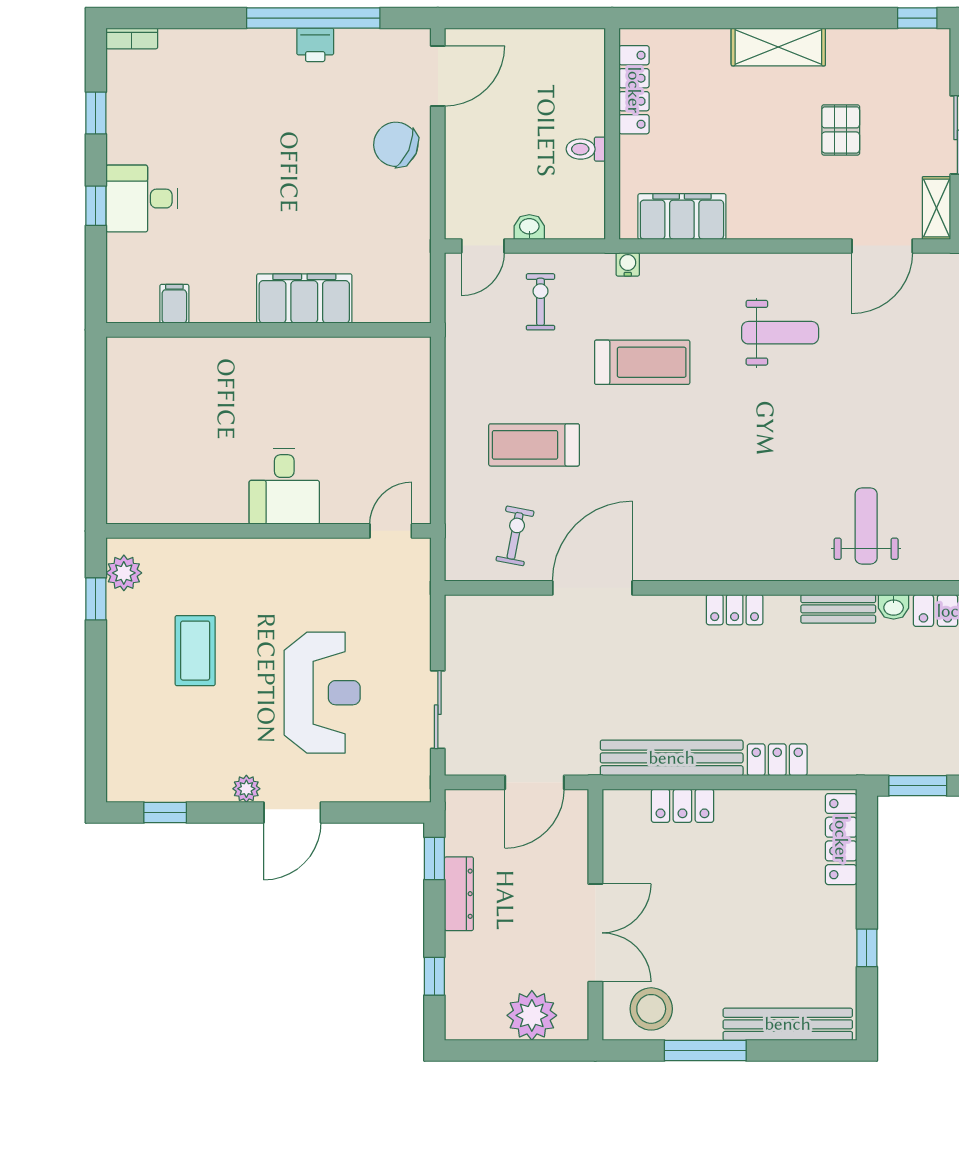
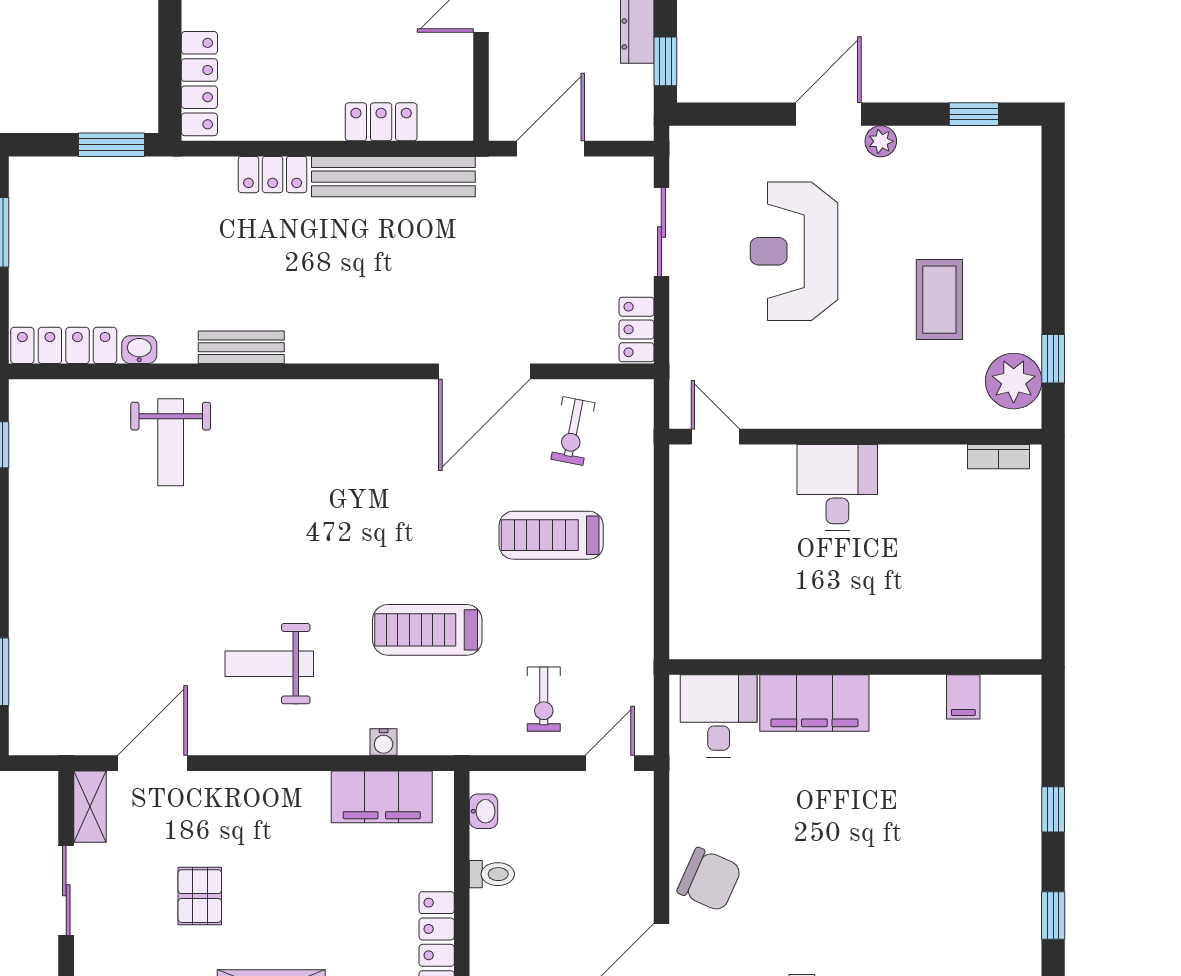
desk: (142, 199) -> (719, 716), moved, turned -90
washbasin: (529, 227) -> (484, 811), moved, turned -90
water cooler: (628, 264) -> (384, 742), moved
treadmill: (534, 445) -> (551, 535), turned 180
bookcase: (144, 513) -> (998, 457), added
door: (391, 531) -> (715, 437), swing flipped
plant: (124, 573) -> (1014, 381), width x1.36, depth x1.36
bench: (838, 609) -> (241, 347), moved
locker: (735, 610) -> (637, 329), moved, turned -90

